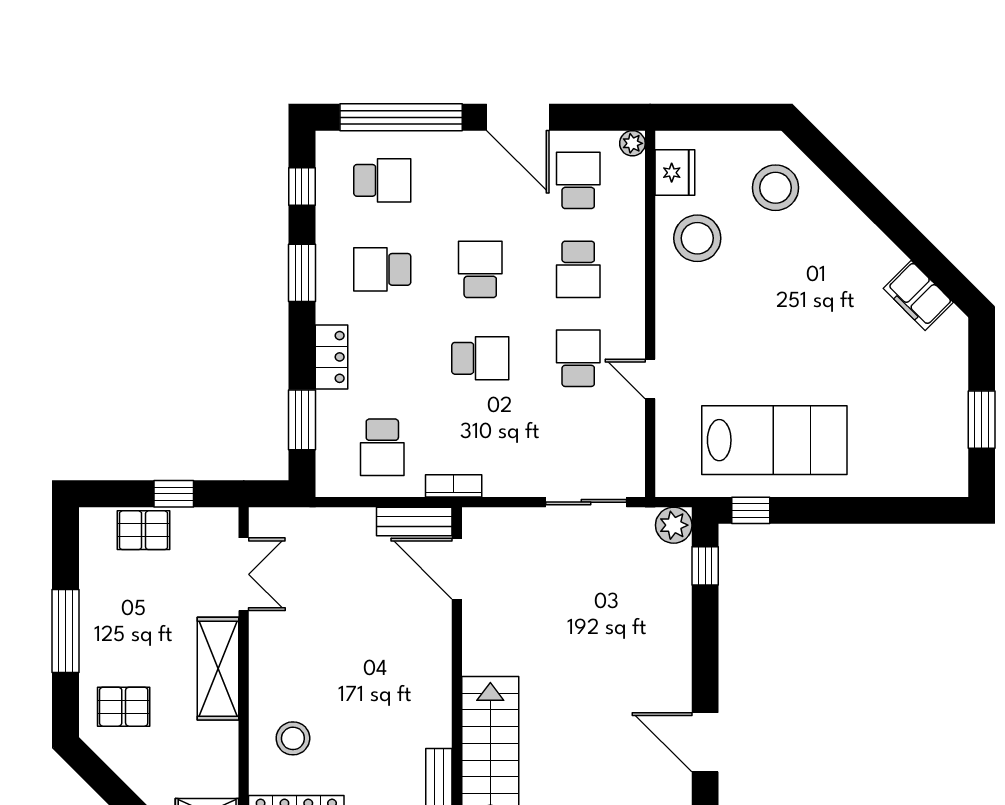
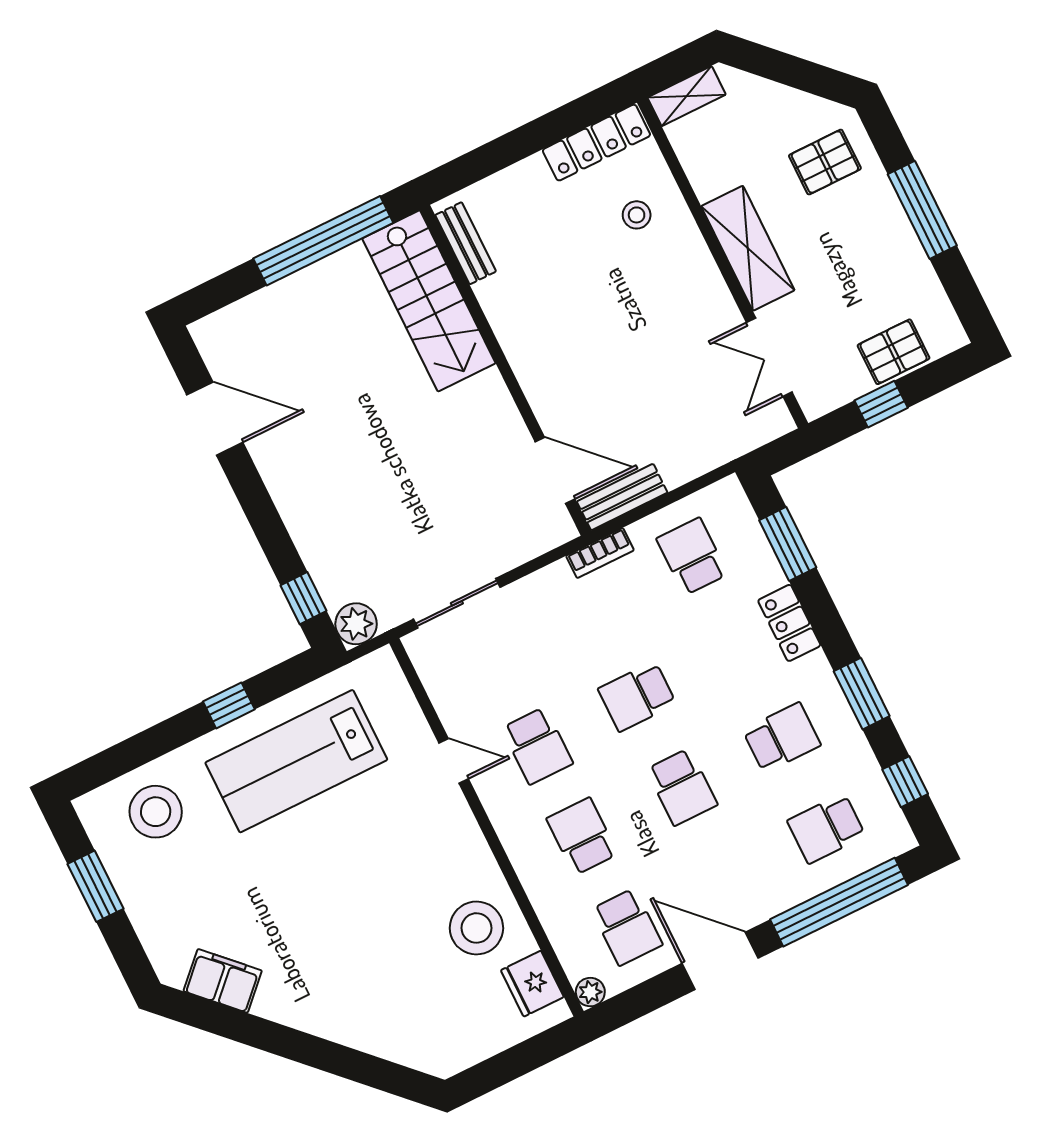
stool: (775, 188) -> (156, 812), moved
window: (751, 510) -> (229, 705), moved
stool: (293, 738) -> (637, 215), width x0.73, depth x0.73

